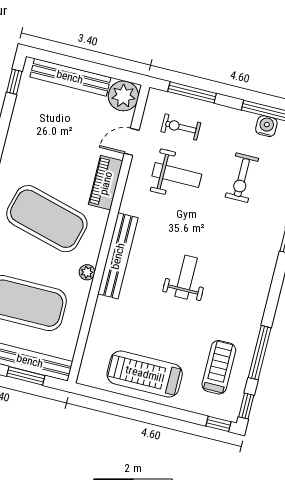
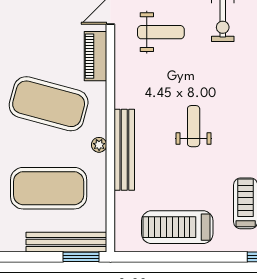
bench: (118, 256) -> (124, 150), moved
window: (26, 376) -> (81, 257), moved

